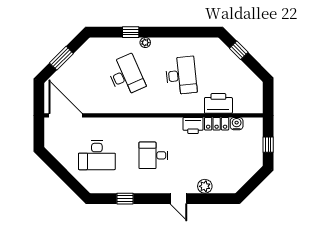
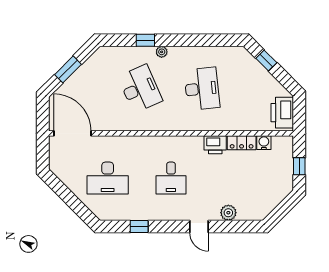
printer: (218, 103) -> (282, 113), moved, turned -90
desk: (154, 155) -> (171, 178), turned -90

